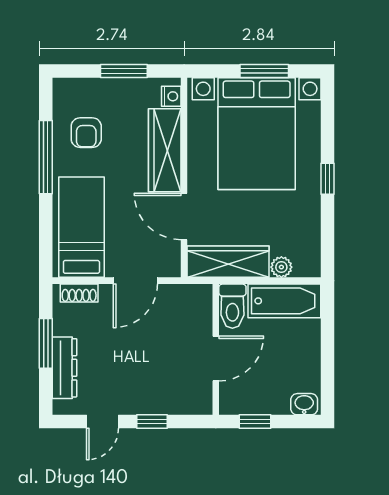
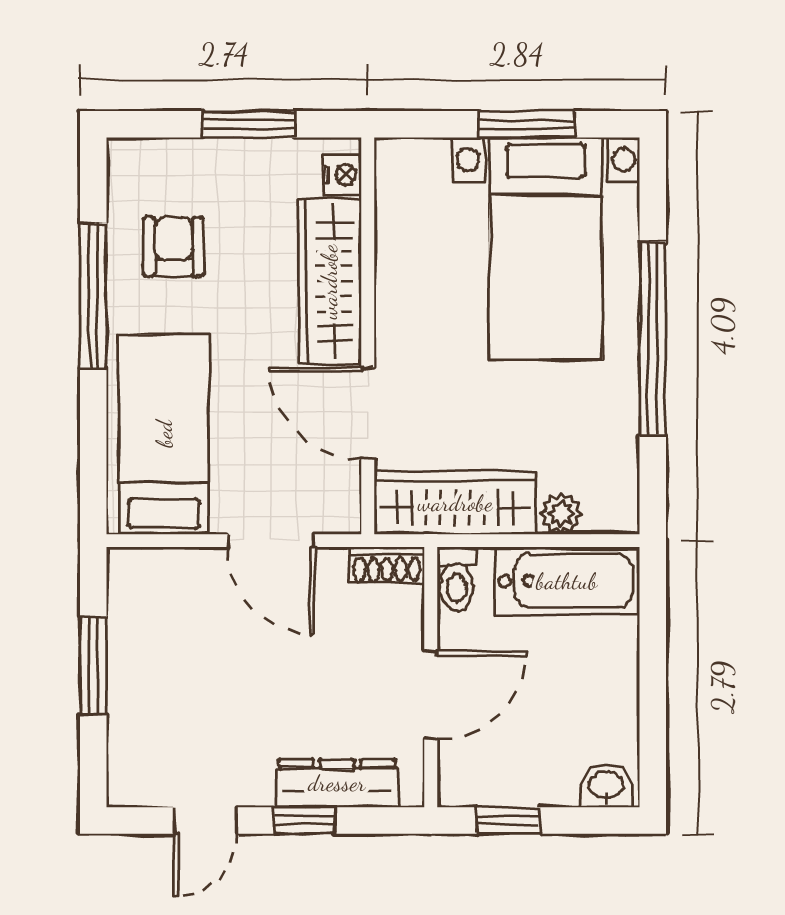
armchair: (86, 133) -> (173, 247), turned 180
bed with nightstands: (257, 134) -> (546, 249), width x0.73
window: (328, 179) -> (653, 338), width x3.17
door: (135, 281) -> (271, 541), hinge flipped
shoe rack: (79, 293) -> (387, 565), moved
toilet: (232, 306) -> (457, 579), width x0.73, depth x0.72
dresser: (64, 368) -> (337, 783), moved, turned -90

